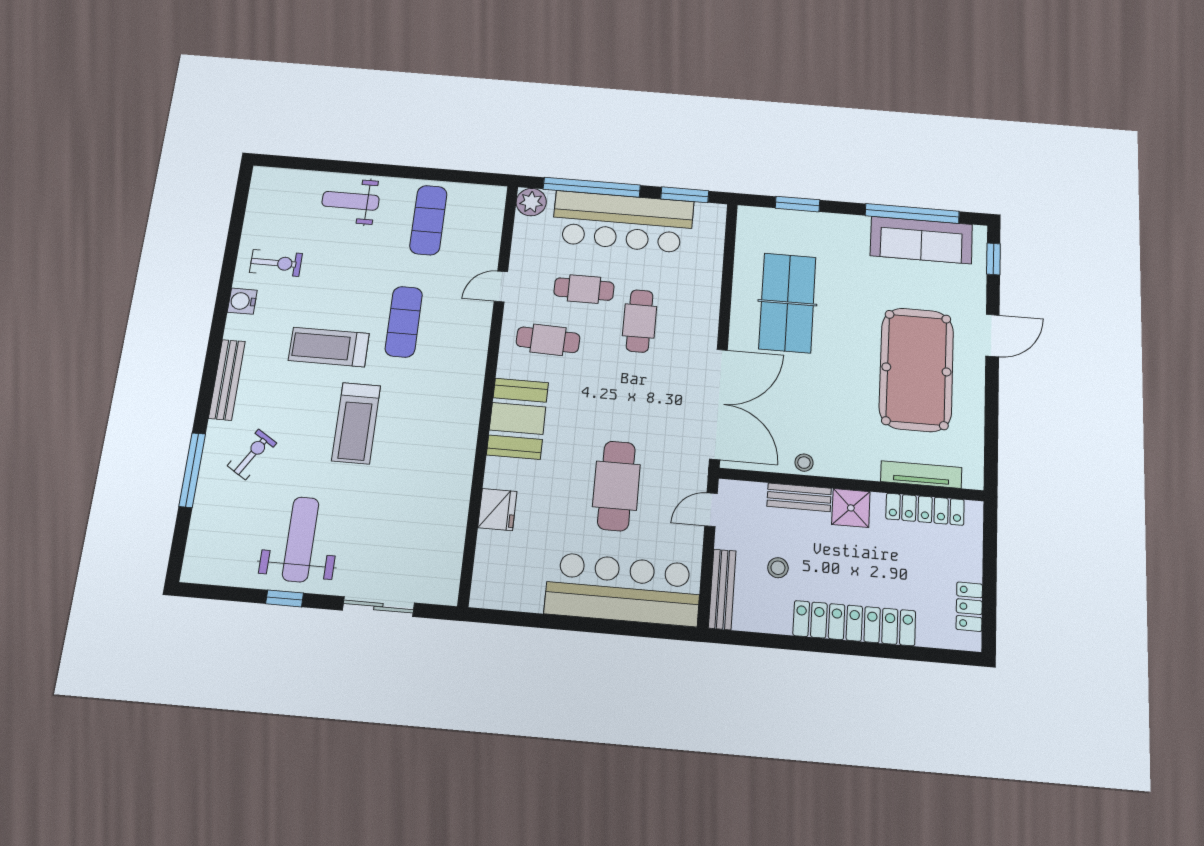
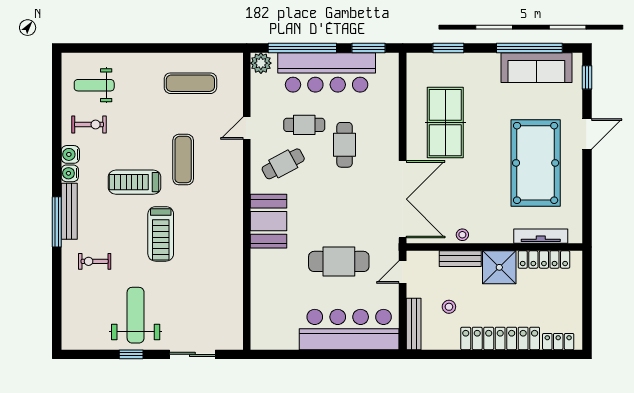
weight bench: (351, 201) -> (94, 85), moved
exercise mat: (428, 220) -> (190, 83), turned 90
water cooler: (237, 327) -> (70, 173), added
cafe table: (548, 340) -> (283, 164), turned -30
exercise bike: (252, 454) -> (95, 261), turned -122
window: (192, 470) -> (57, 222), moved
cafe table: (616, 486) -> (339, 261), turned 90
shower: (851, 508) -> (499, 267), width x1.36, depth x1.36
fridge: (497, 510) -> (262, 284), removed
locker: (969, 607) -> (558, 342), moved, turned 90

